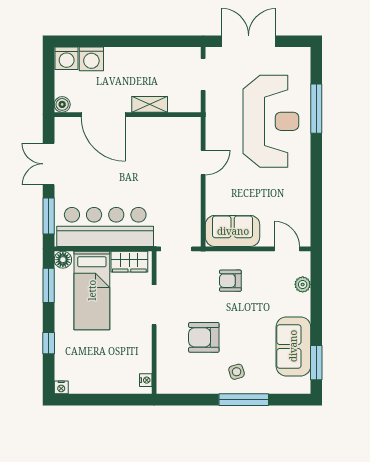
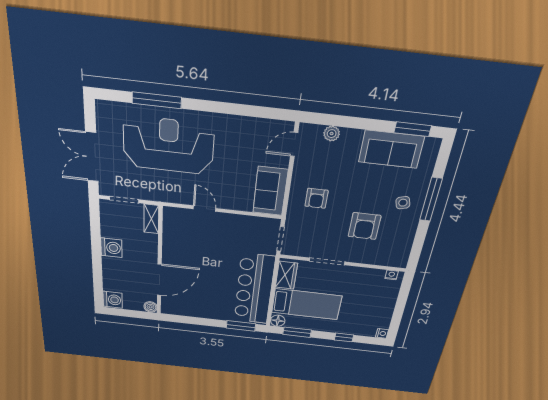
washing machine: (91, 59) -> (111, 248), moved
shelving: (150, 104) -> (151, 219), moved
double door: (49, 164) -> (199, 321), removed

